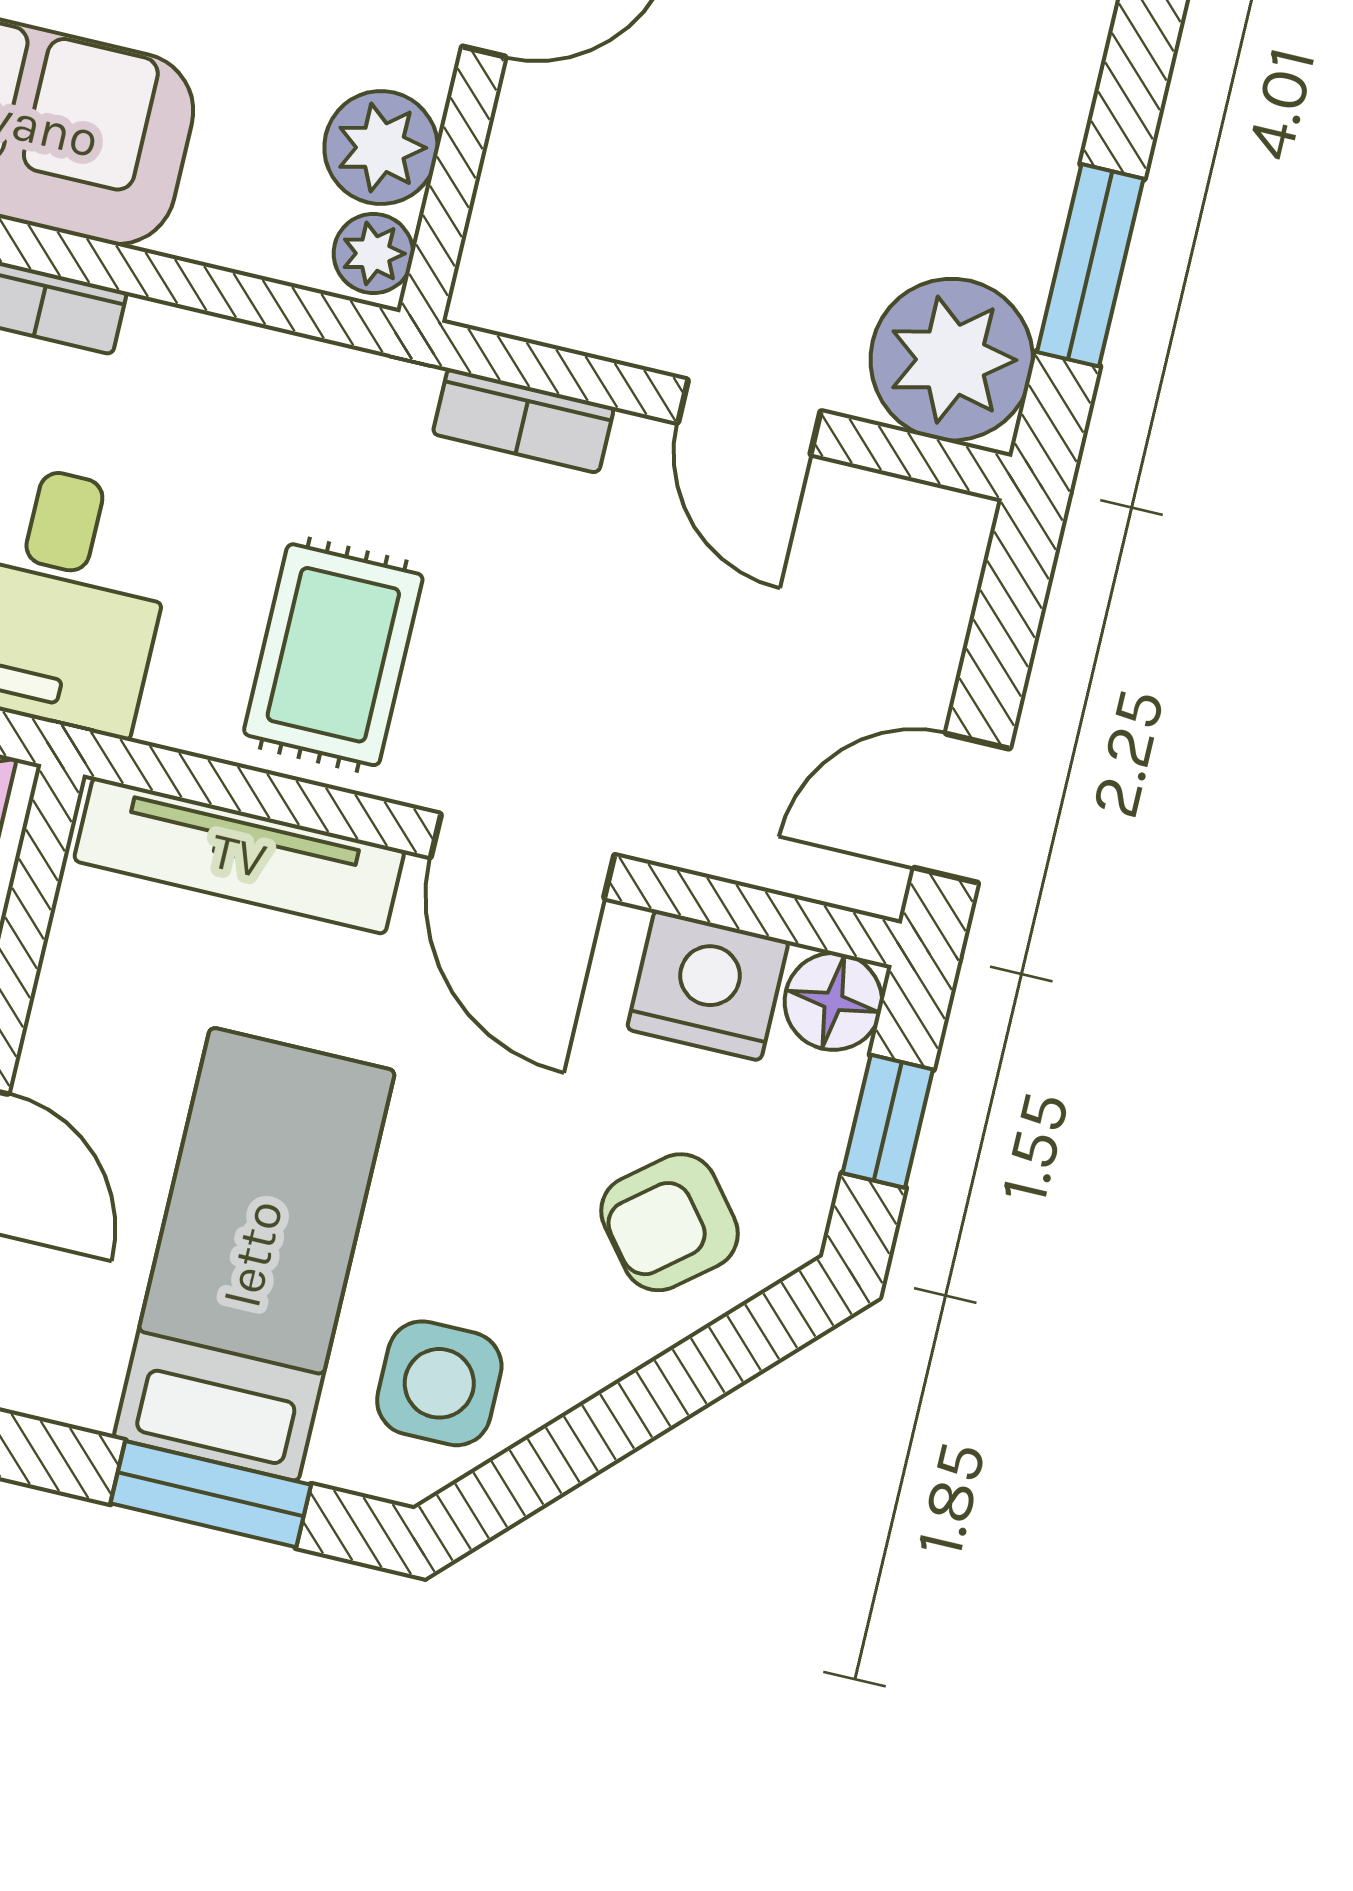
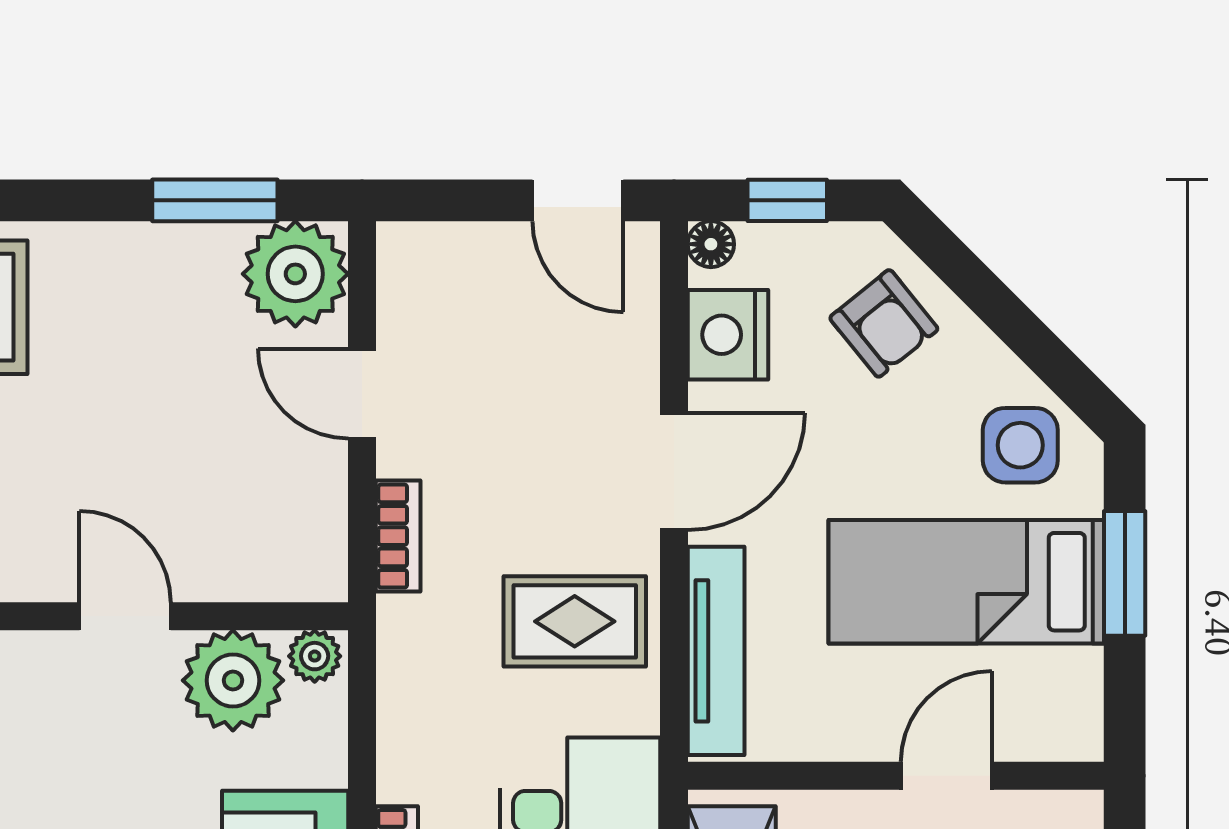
plant: (381, 148) -> (233, 680), width x1.36, depth x1.36
door: (749, 417) -> (362, 394), swing flipped
floor lamp: (833, 1001) -> (711, 244), width x0.73, depth x0.73

